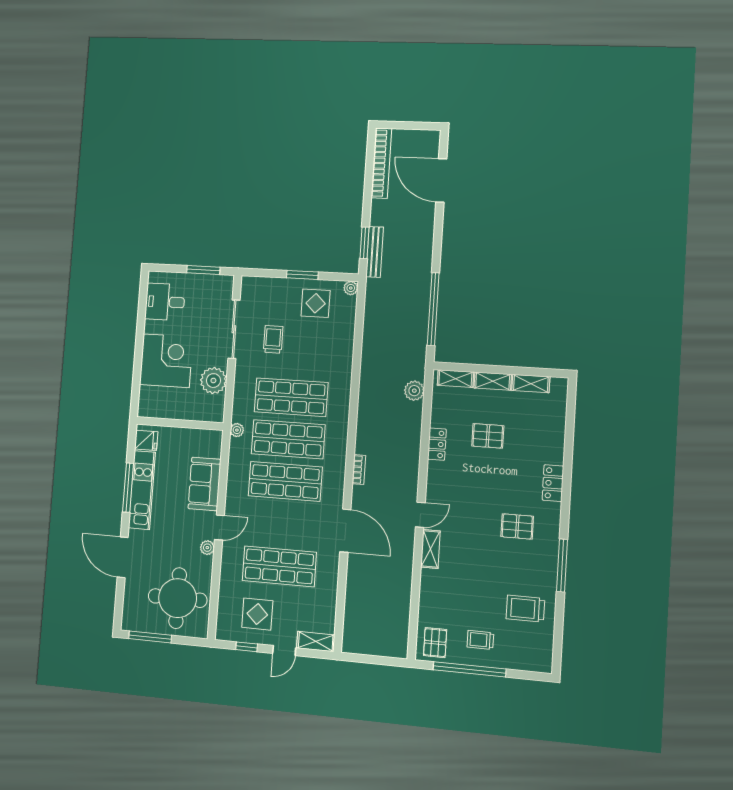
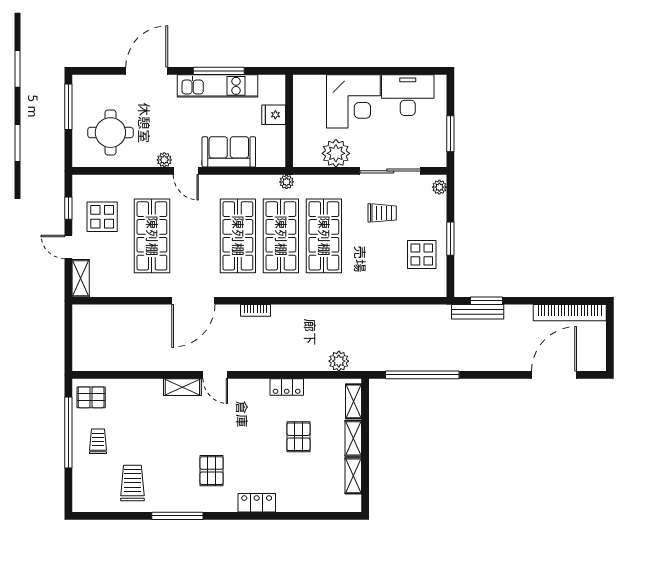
plant: (351, 288) -> (439, 187), moved
desk: (165, 302) -> (408, 95), width x1.37
fridge: (146, 440) -> (274, 115), moved, turned 90
round table: (178, 598) -> (110, 133), width x0.73, depth x0.73

